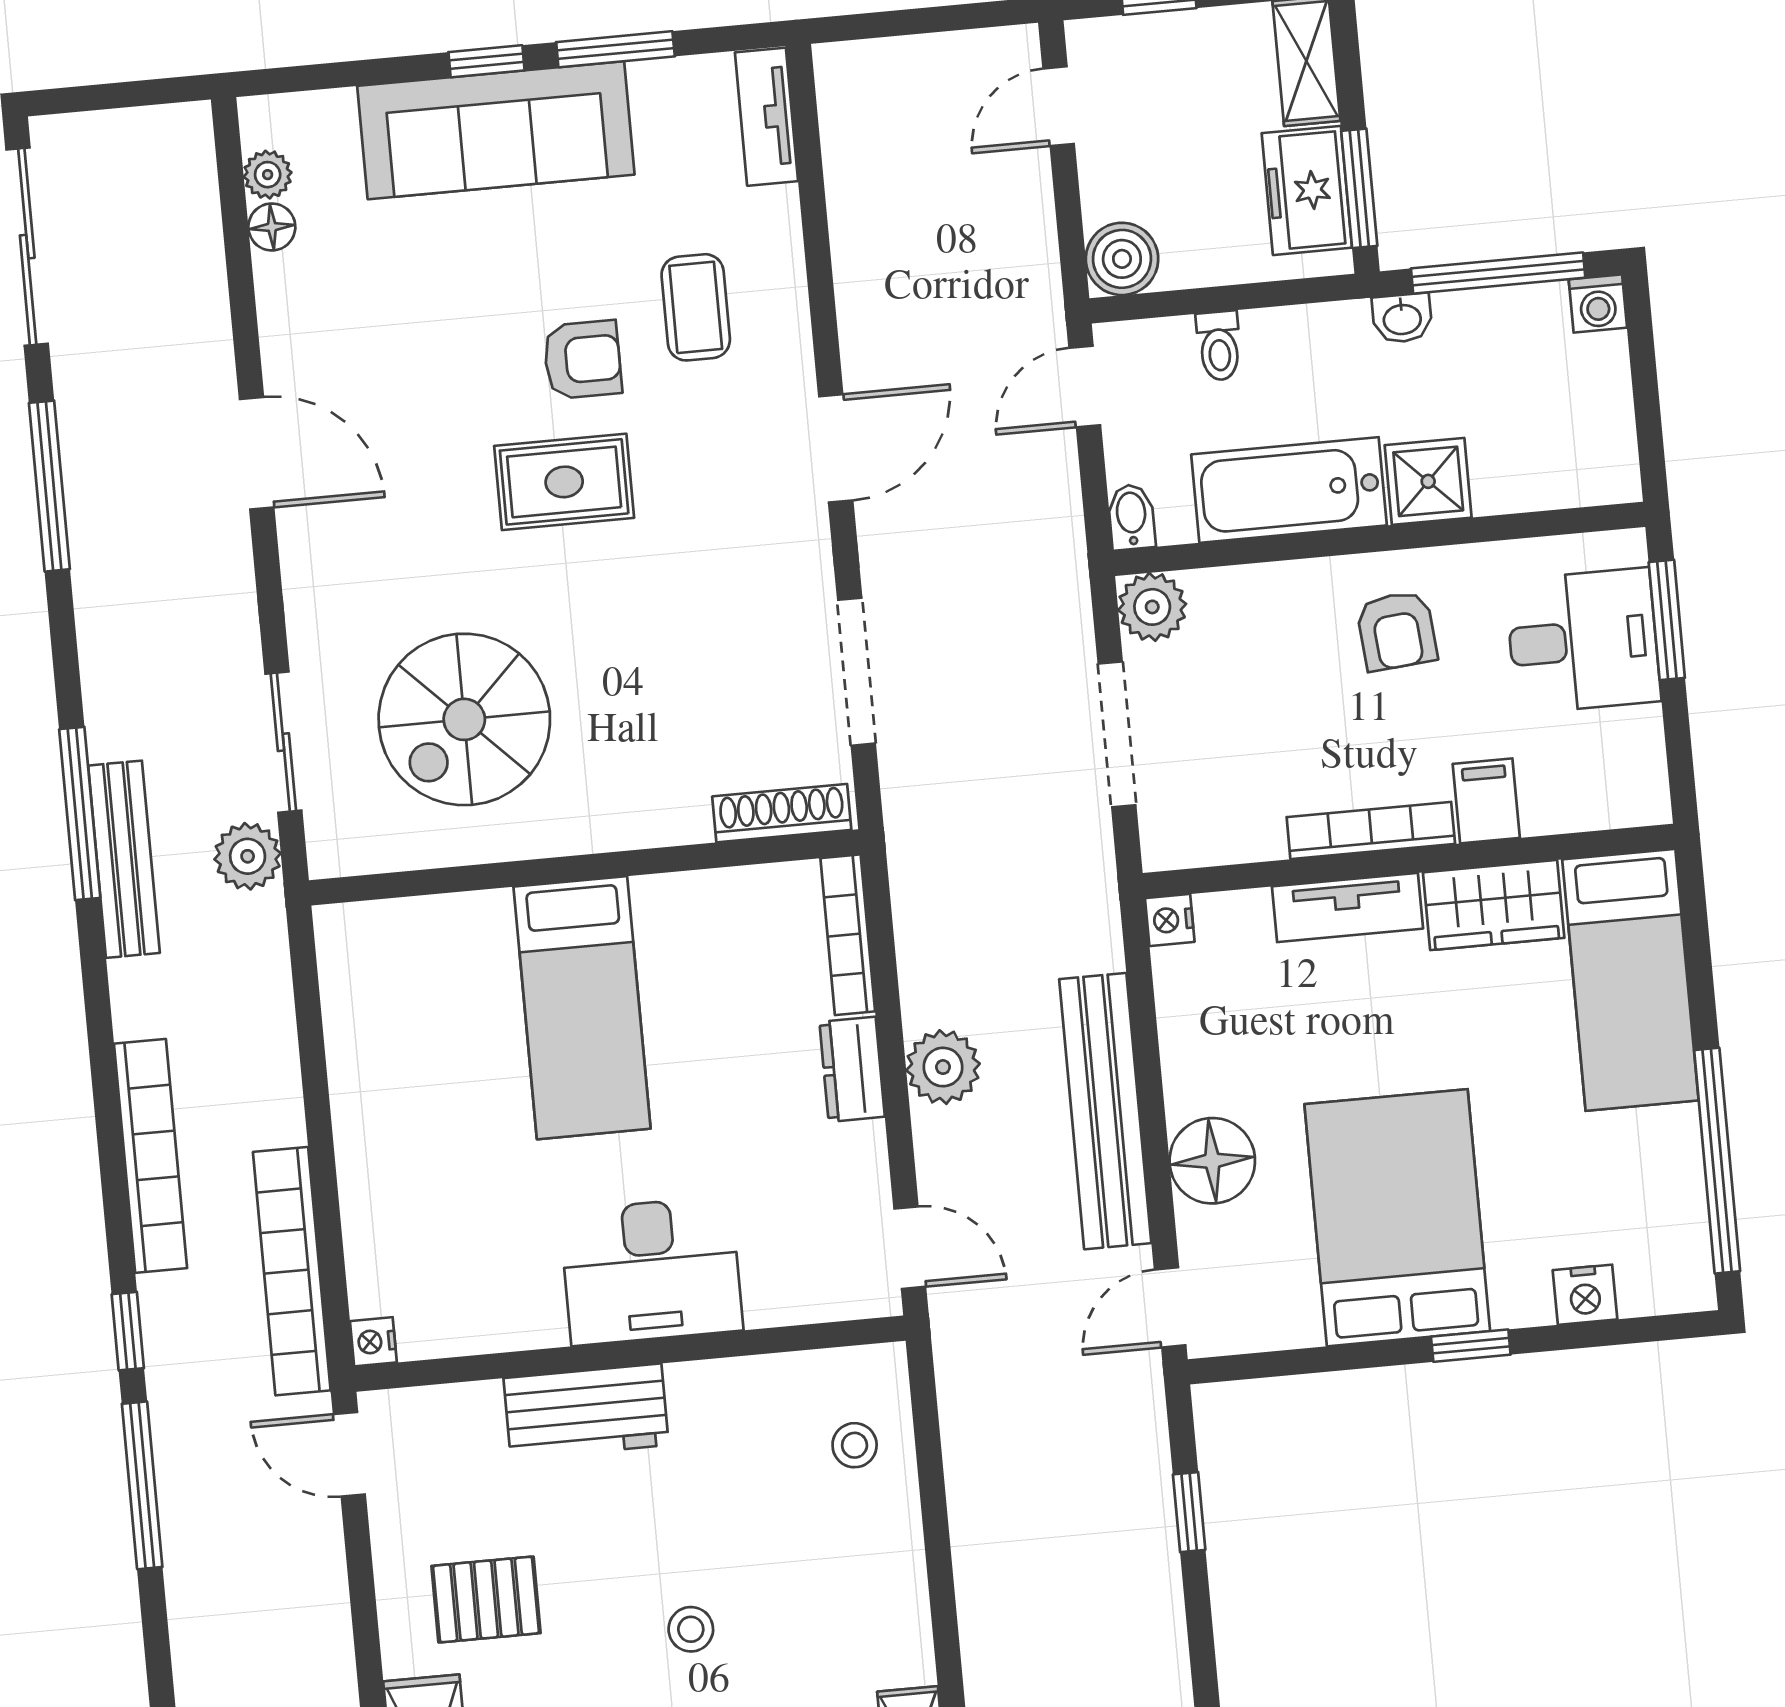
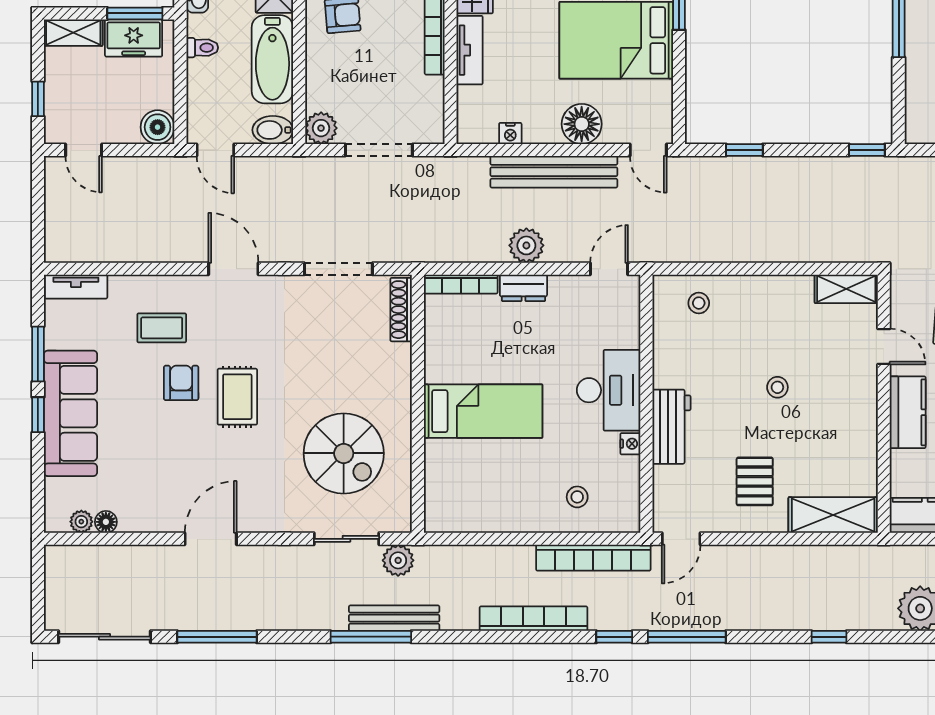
toilet: (1219, 346) -> (202, 48), moved
bidet: (1131, 517) -> (273, 130), width x1.38, depth x1.36
nightstand: (1170, 920) -> (510, 133), moved
stool: (418, 1225) -> (577, 497), added
nightstand: (373, 1342) -> (630, 444), moved, turned -90

